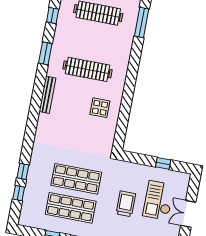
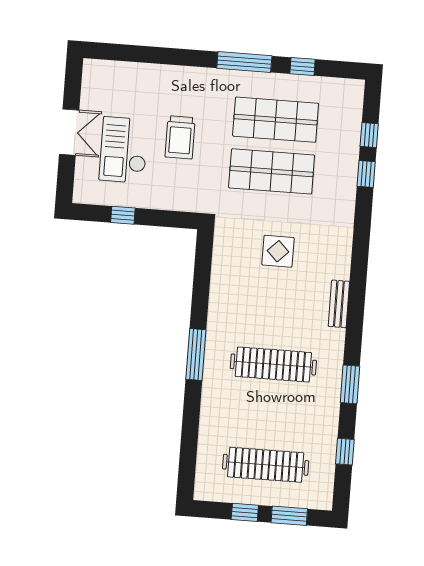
window: (142, 22) -> (196, 355), moved
bench: (47, 95) -> (339, 304), width x0.73
display table: (100, 108) -> (278, 251), moved
checkout: (158, 200) -> (124, 150), turned 180

